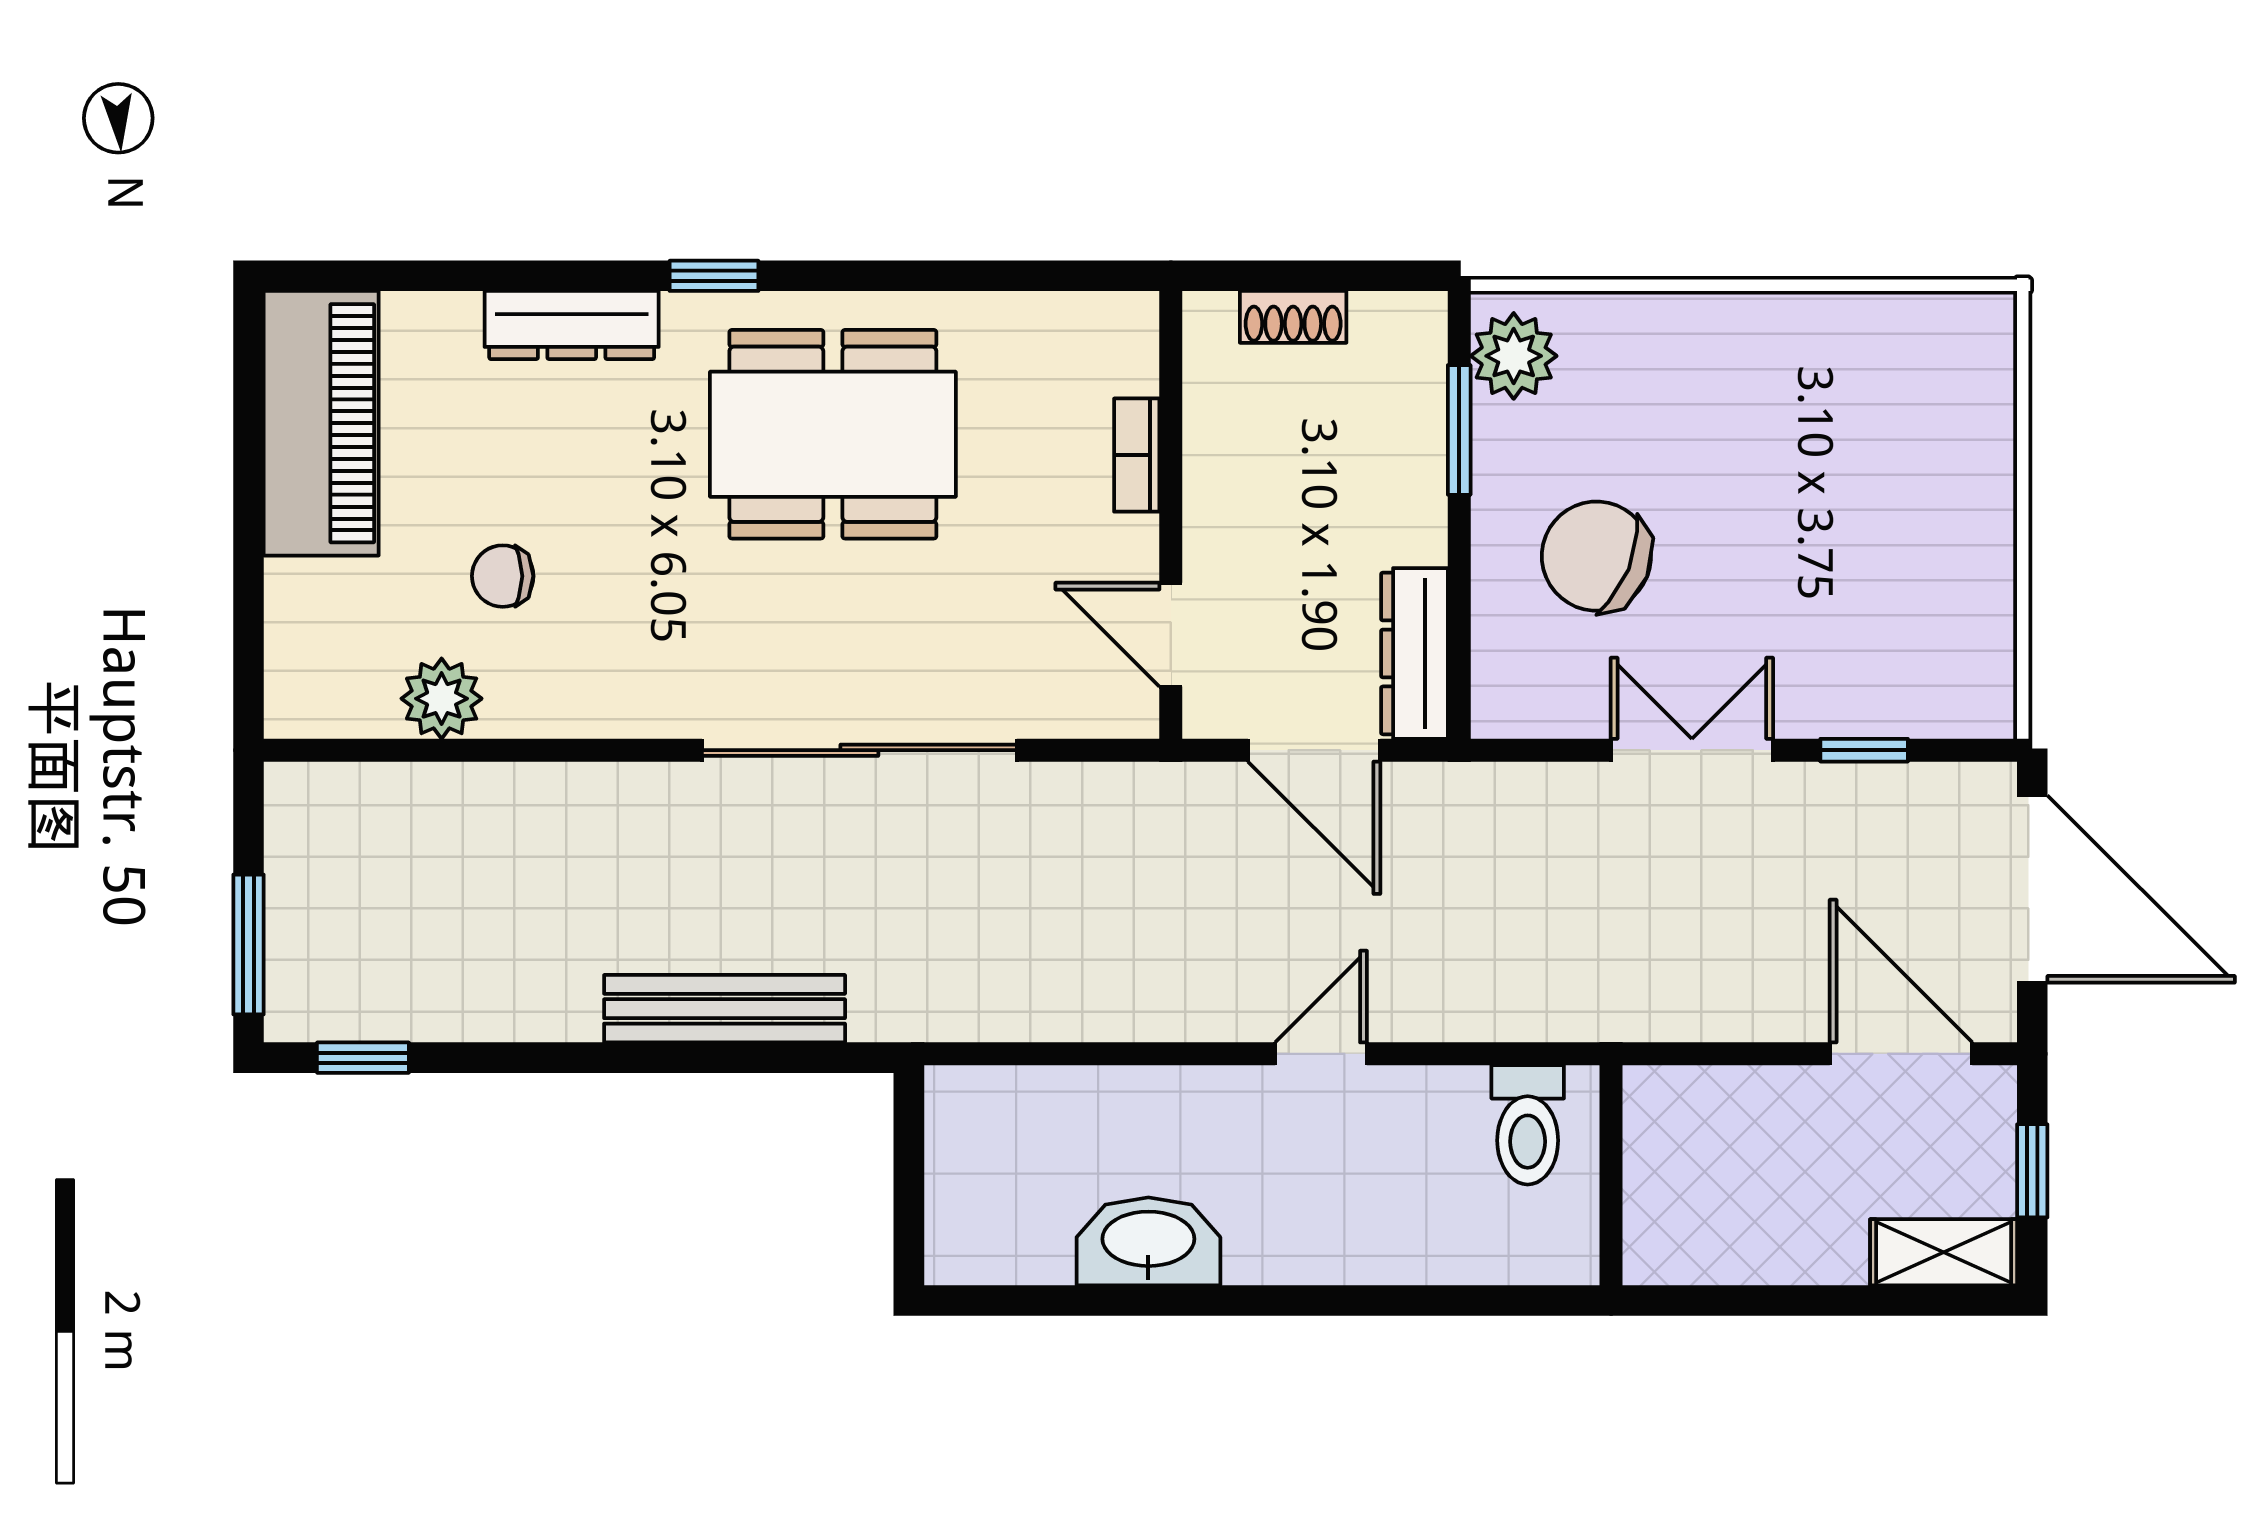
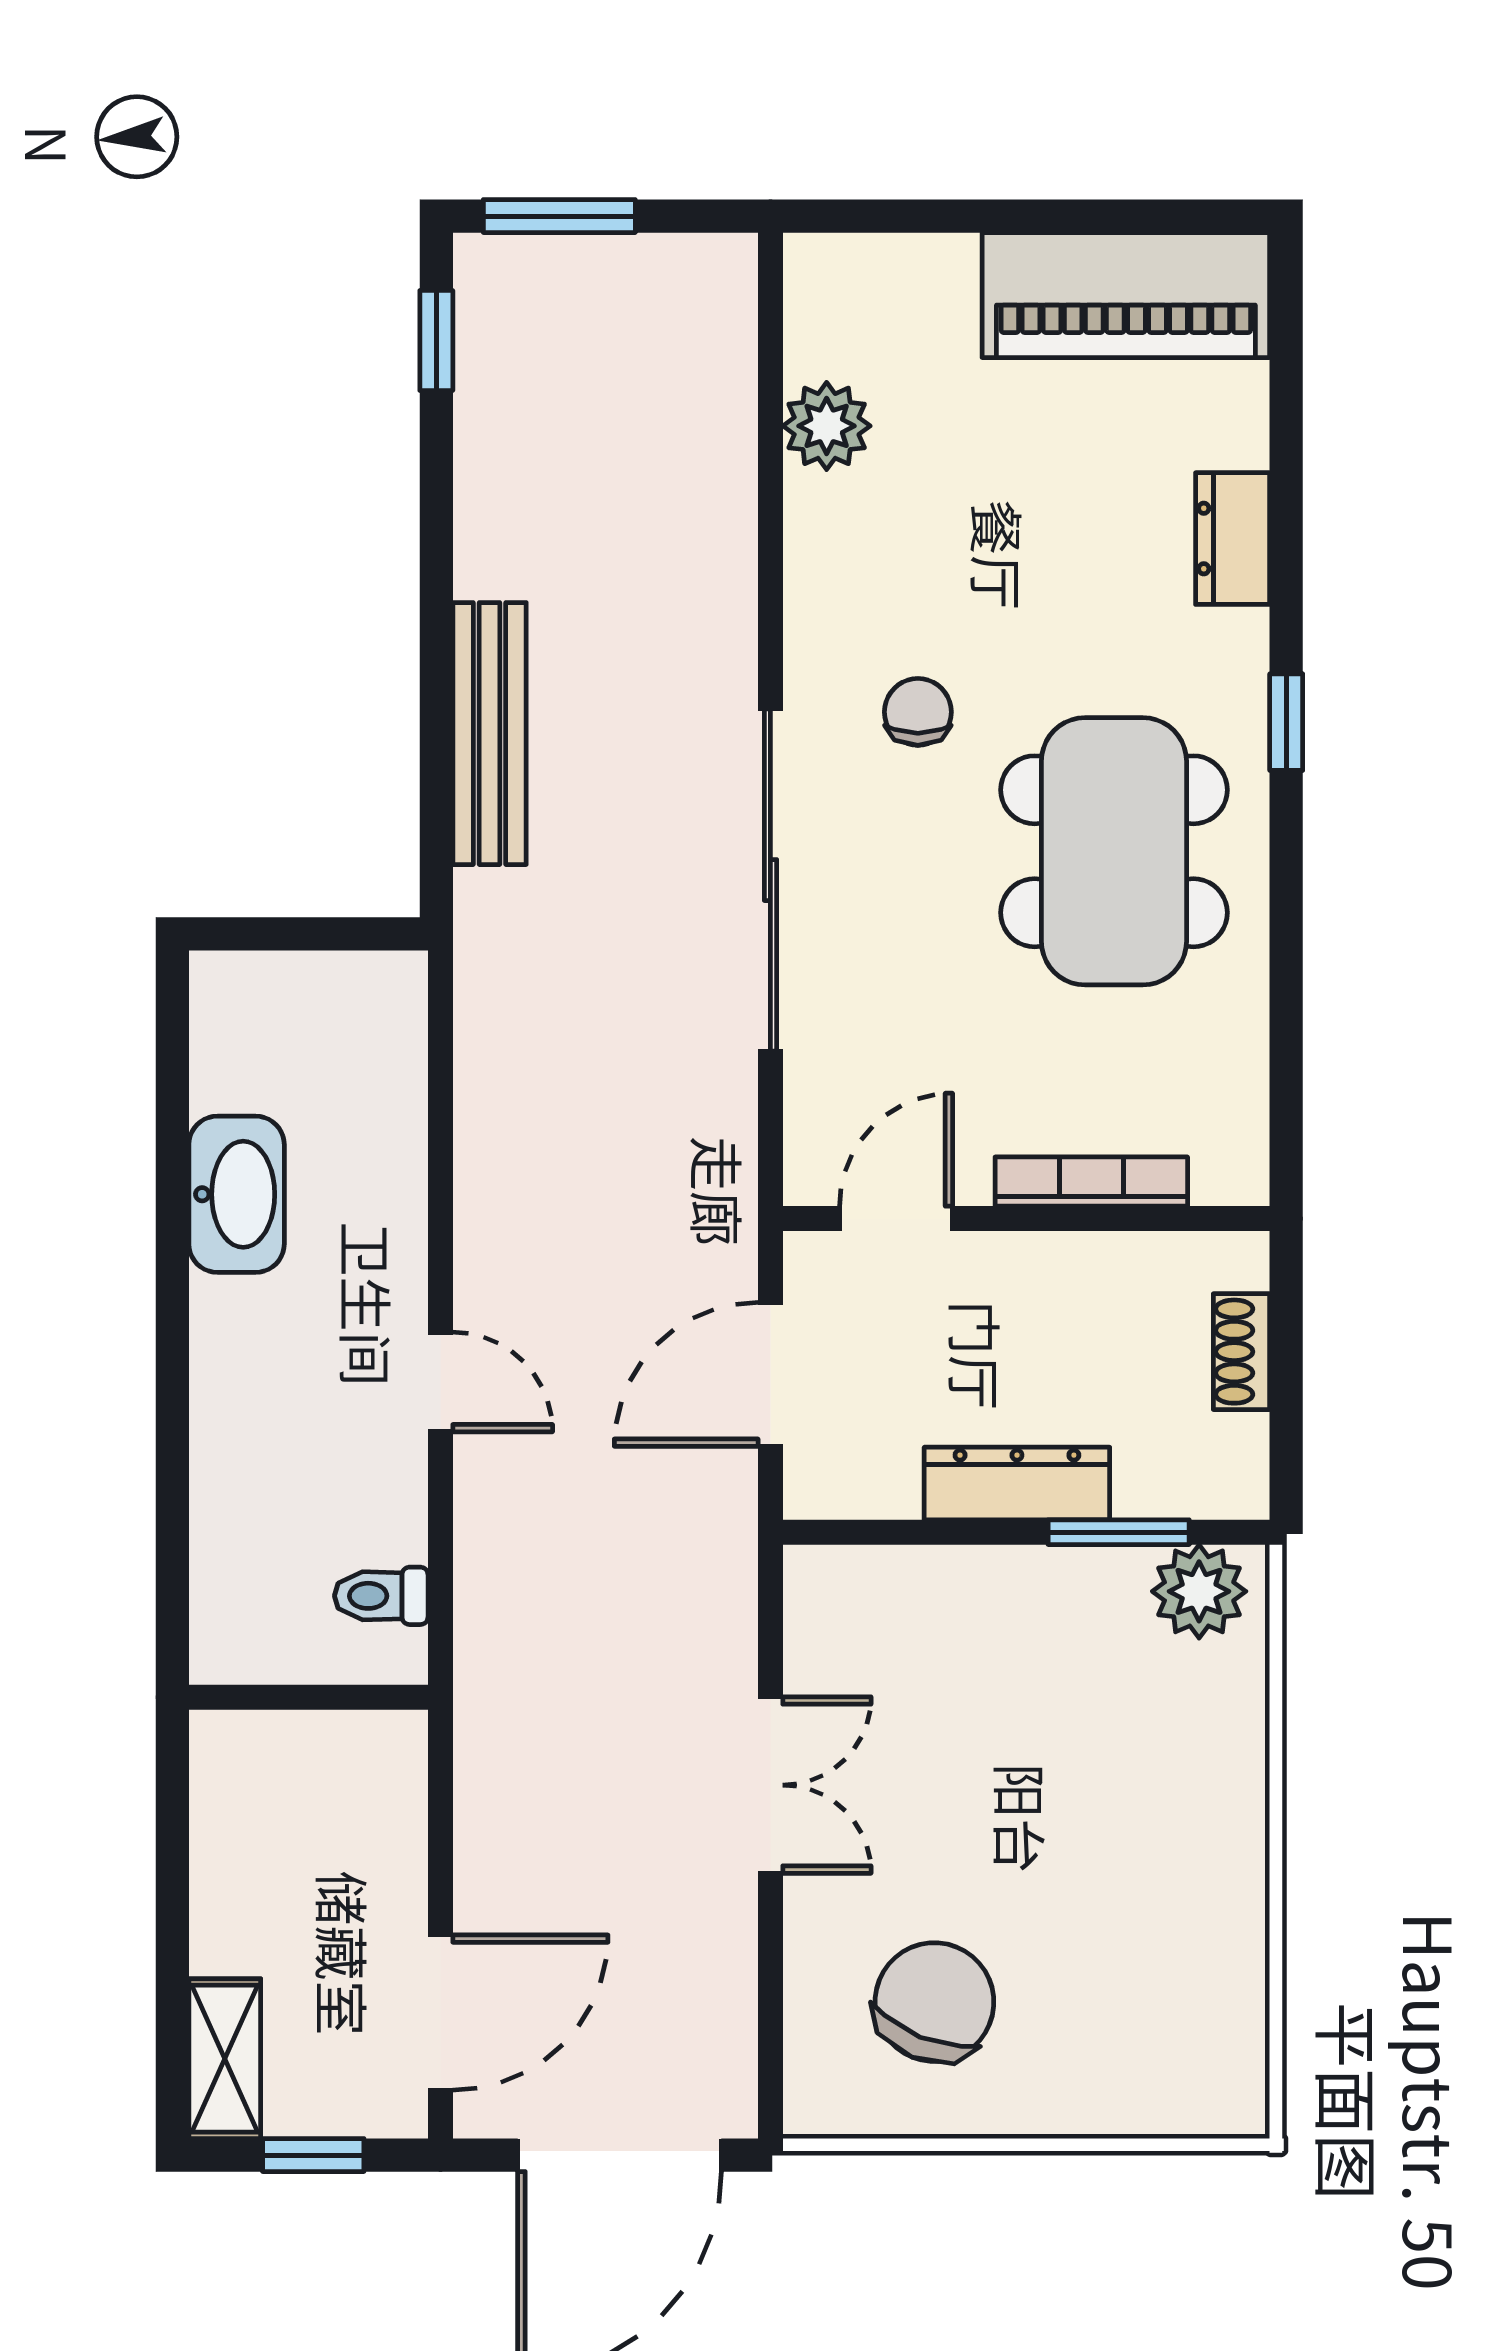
dresser: (572, 325) -> (1233, 539), width x0.70
bookcase: (1137, 455) -> (1091, 1182), width x1.56
chair: (1596, 556) -> (934, 2002), moved
chair: (503, 576) -> (918, 712), moved
dresser: (1414, 653) -> (1017, 1483), moved
window: (1864, 750) -> (770, 1972), removed
toilet: (1528, 1125) -> (381, 1596), width x0.73, depth x0.72

